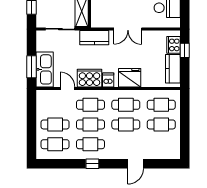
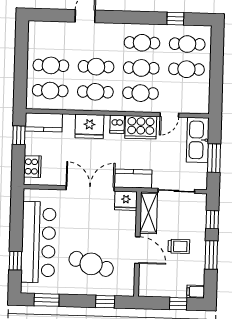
fridge: (100, 20) -> (126, 201), added
double door: (128, 29) -> (90, 188), width x1.37
window: (185, 50) -> (19, 135), moved
window: (32, 67) -> (214, 158), moved
kitchen counter: (173, 69) -> (44, 122), moved, turned 90
door: (67, 88) -> (169, 115), hinge flipped
window: (92, 164) -> (175, 19), moved

